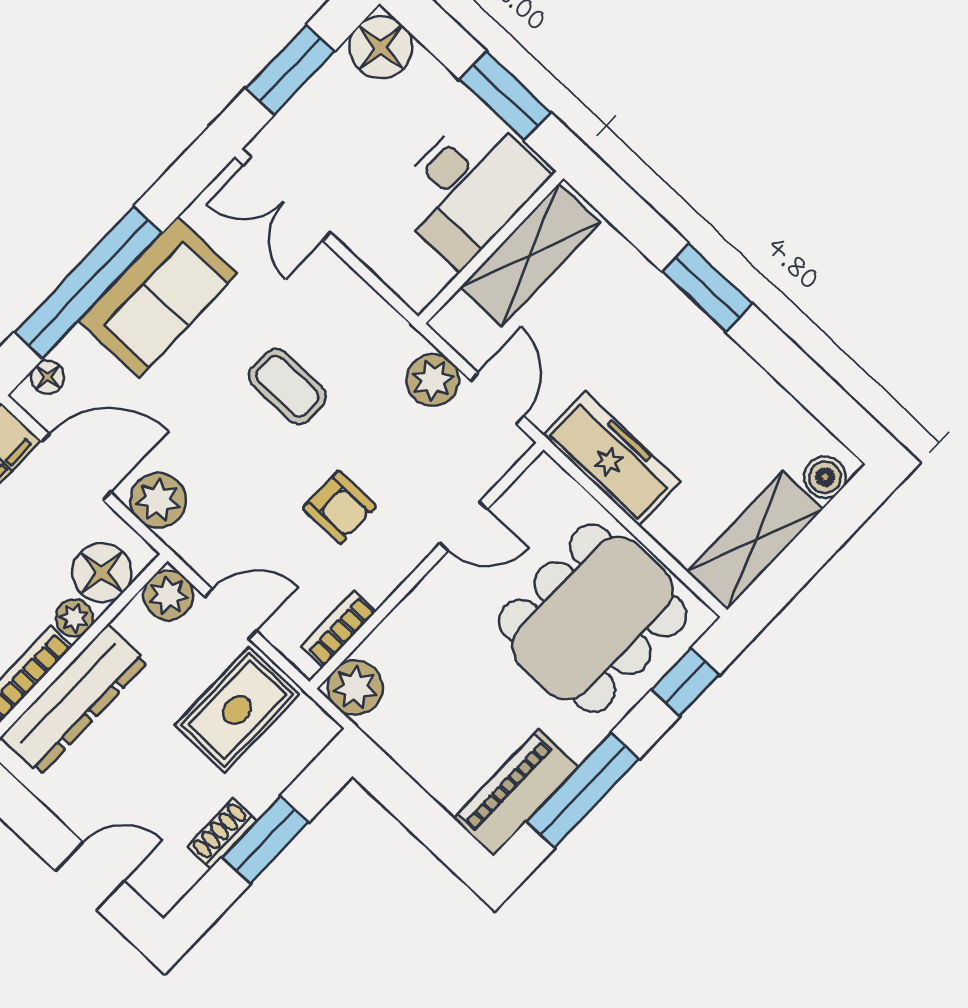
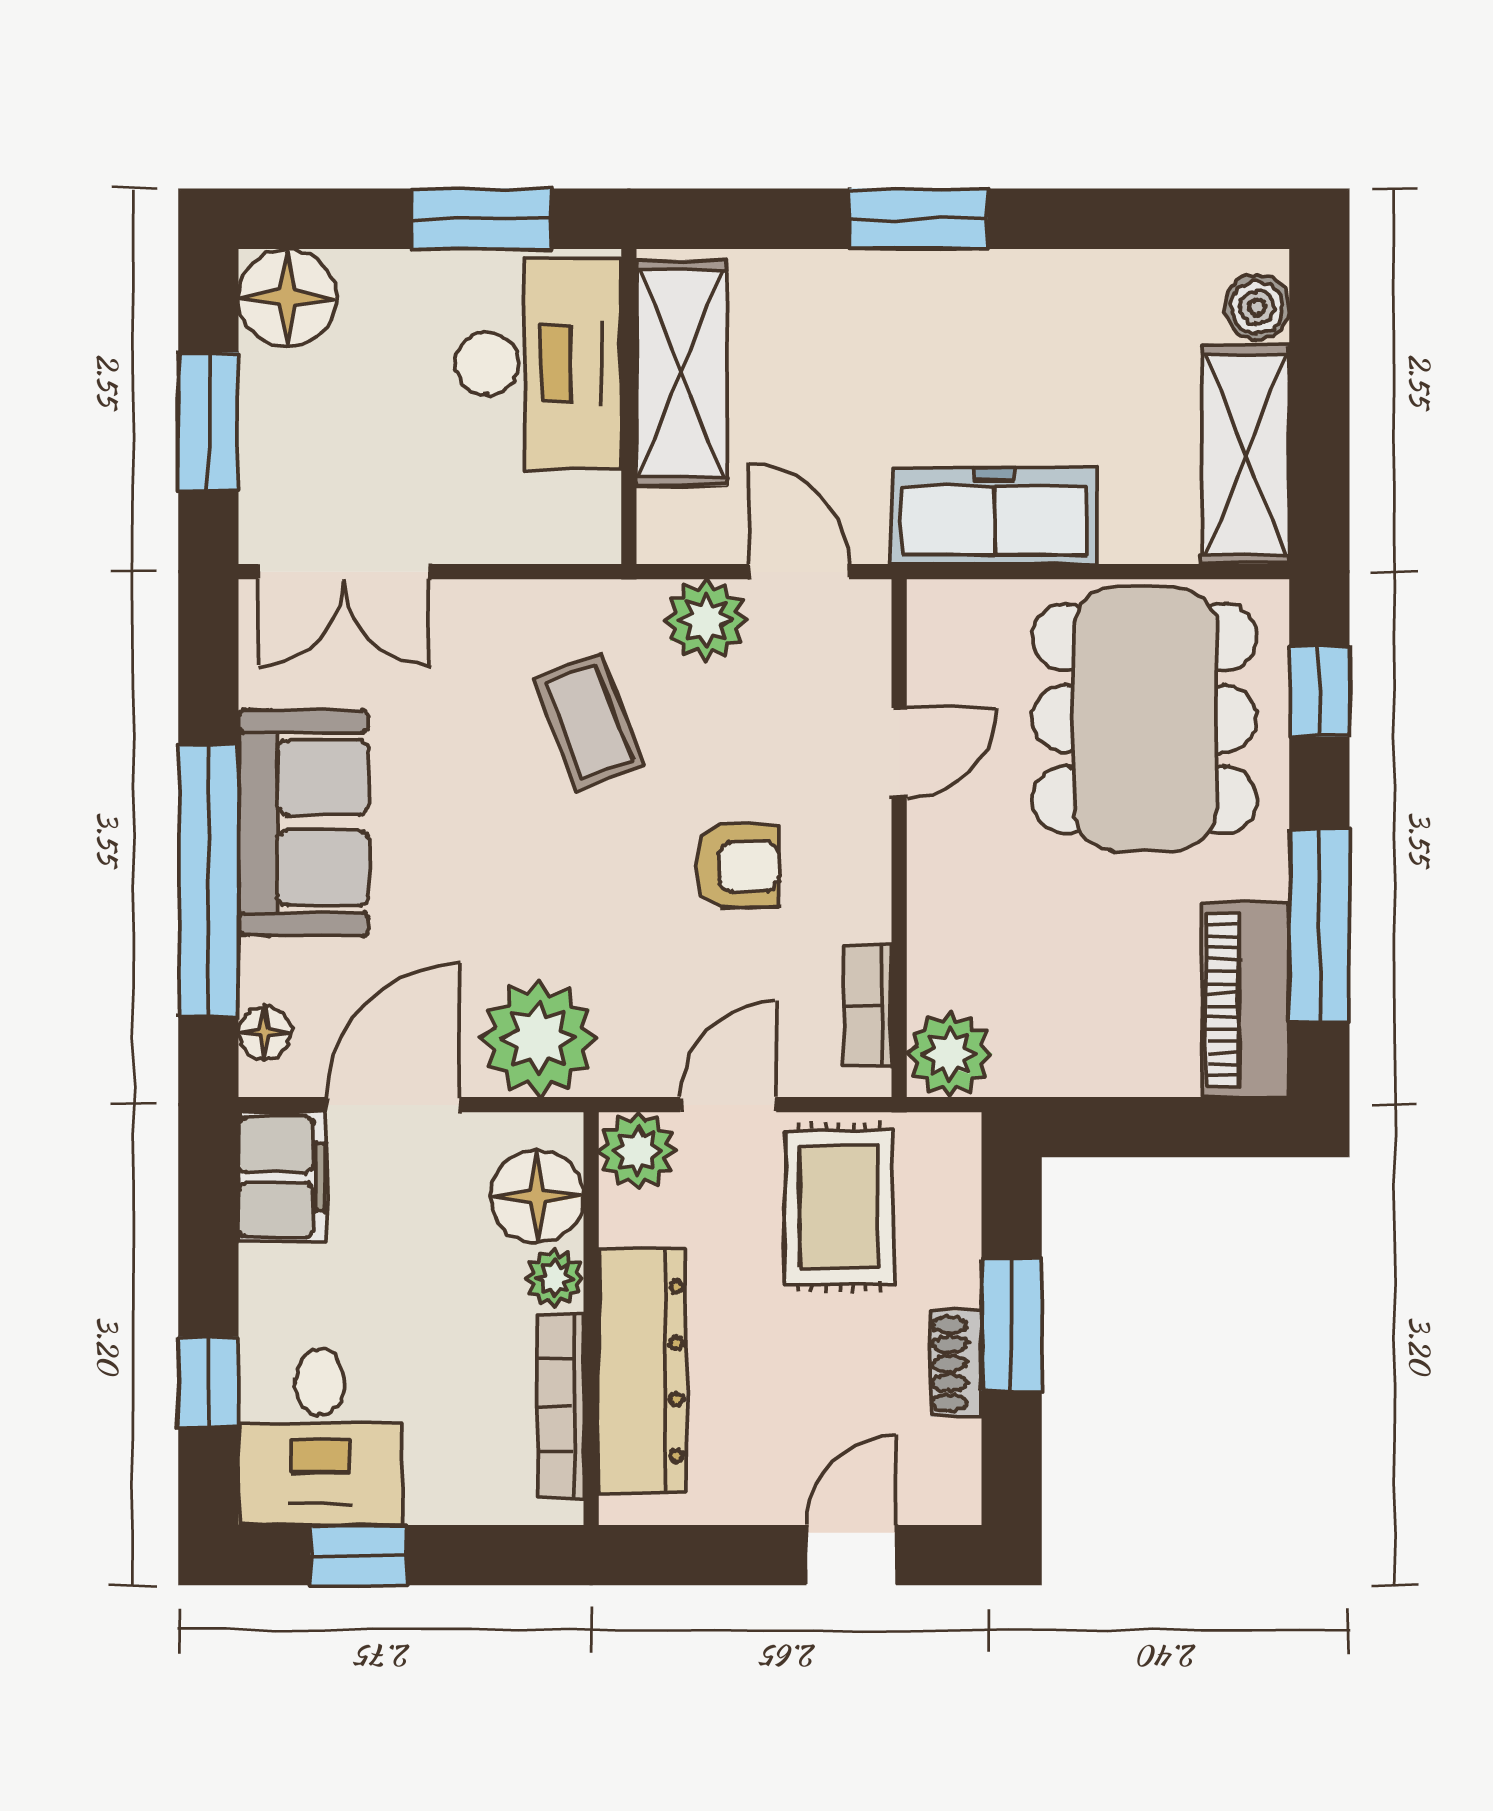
coffee table: (287, 386) -> (589, 722), moved, turned 69
plant: (158, 500) -> (539, 1038), width x1.36, depth x1.36

